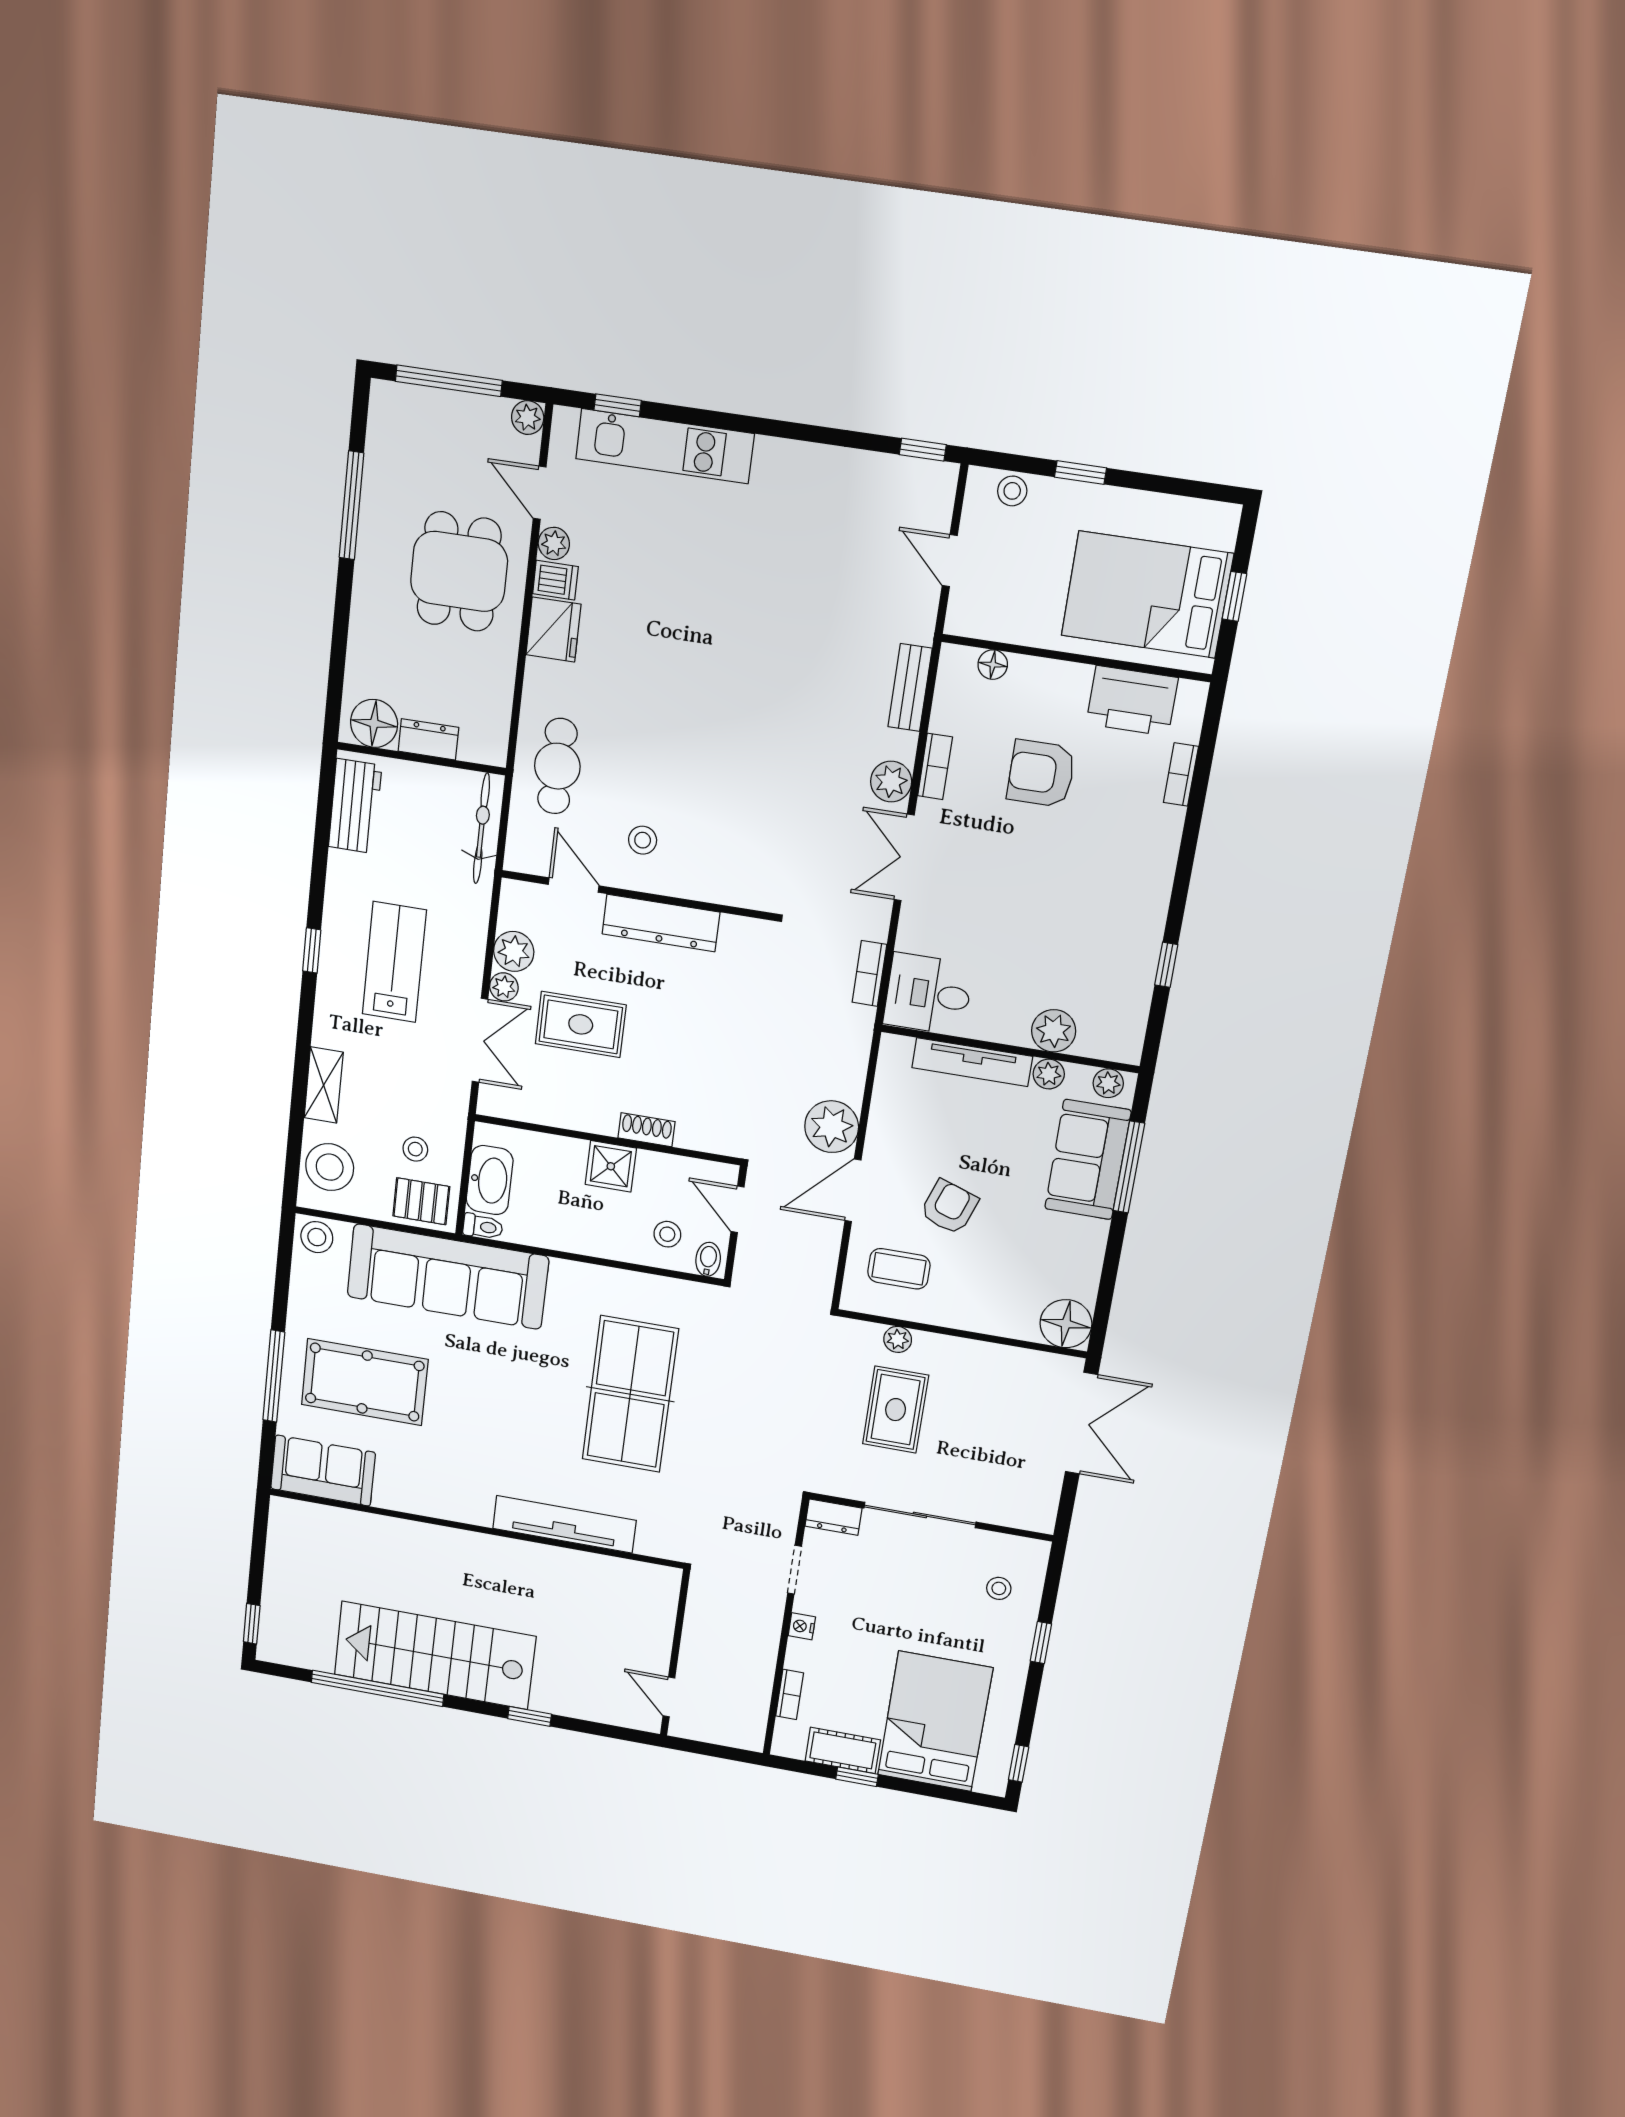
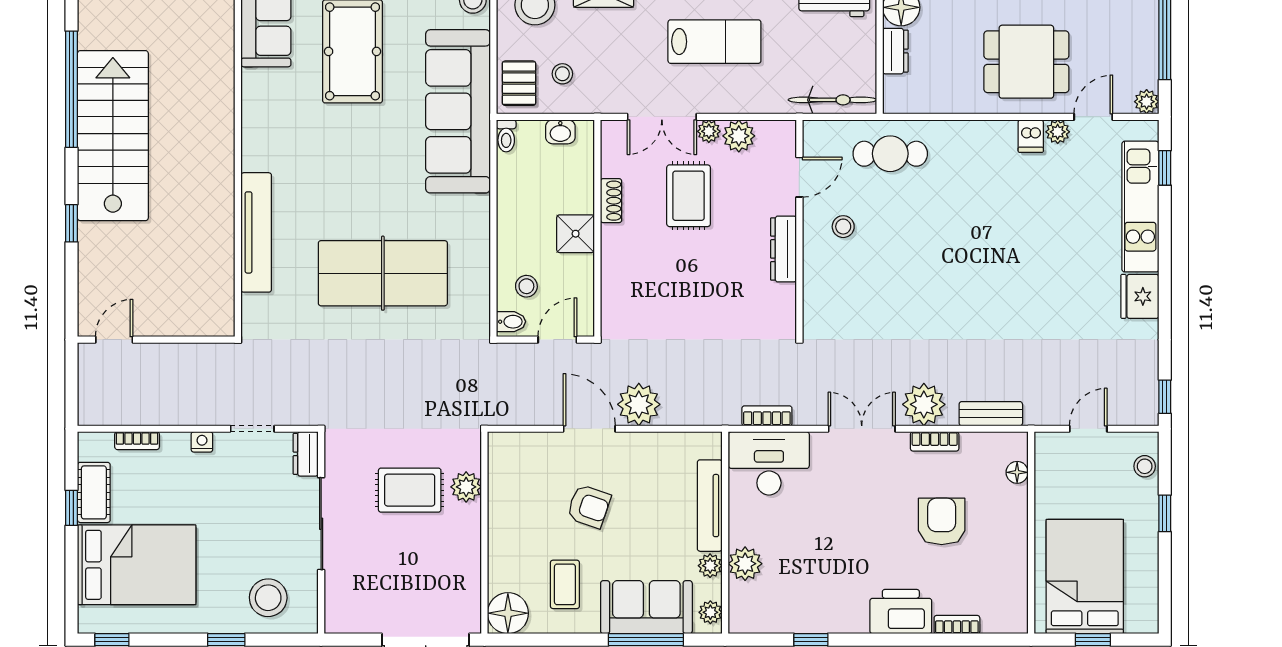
fridge: (553, 630) -> (1140, 296), moved, turned 90
printer: (1132, 701) -> (901, 612), moved, turned 90
plant: (891, 781) -> (924, 404), width x1.36, depth x1.36
dresser: (661, 923) -> (783, 249), width x0.73, depth x0.80
desk: (928, 994) -> (769, 463), width x1.37
shoe rack: (646, 1130) -> (611, 201), moved
washbasin: (490, 1180) -> (560, 132), width x0.52, depth x0.69
coffee table: (899, 1269) -> (565, 584), moved
plant: (898, 1339) -> (466, 487), width x1.38, depth x1.38
stool: (999, 1588) -> (268, 598), width x1.89, depth x1.89

